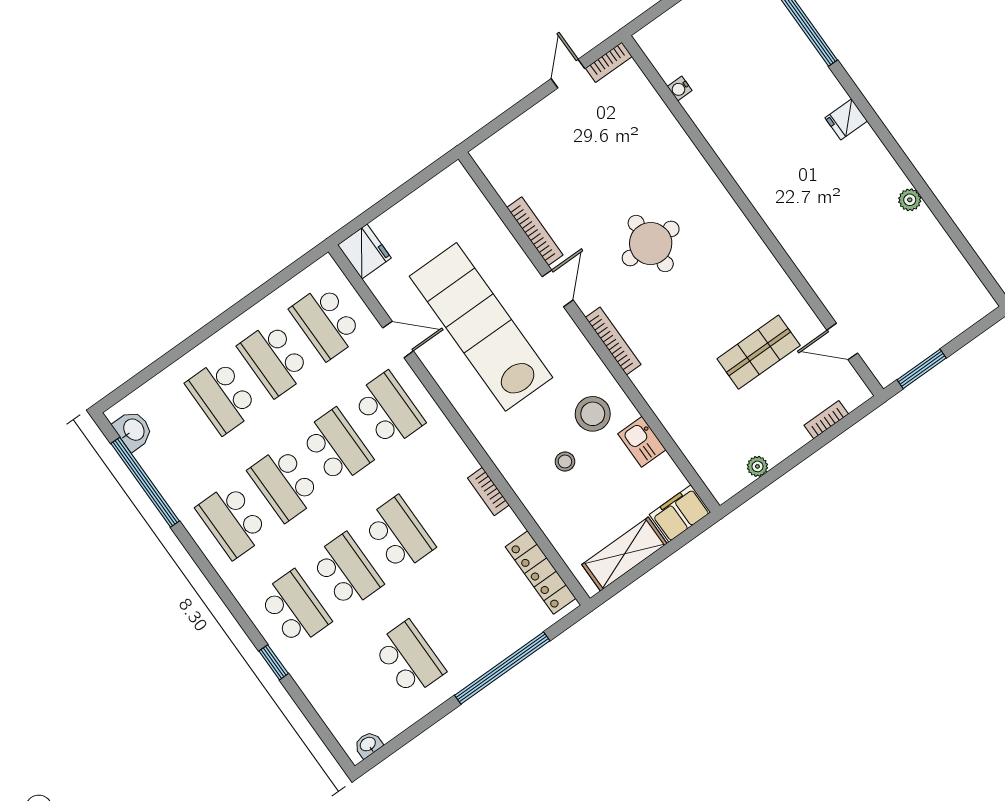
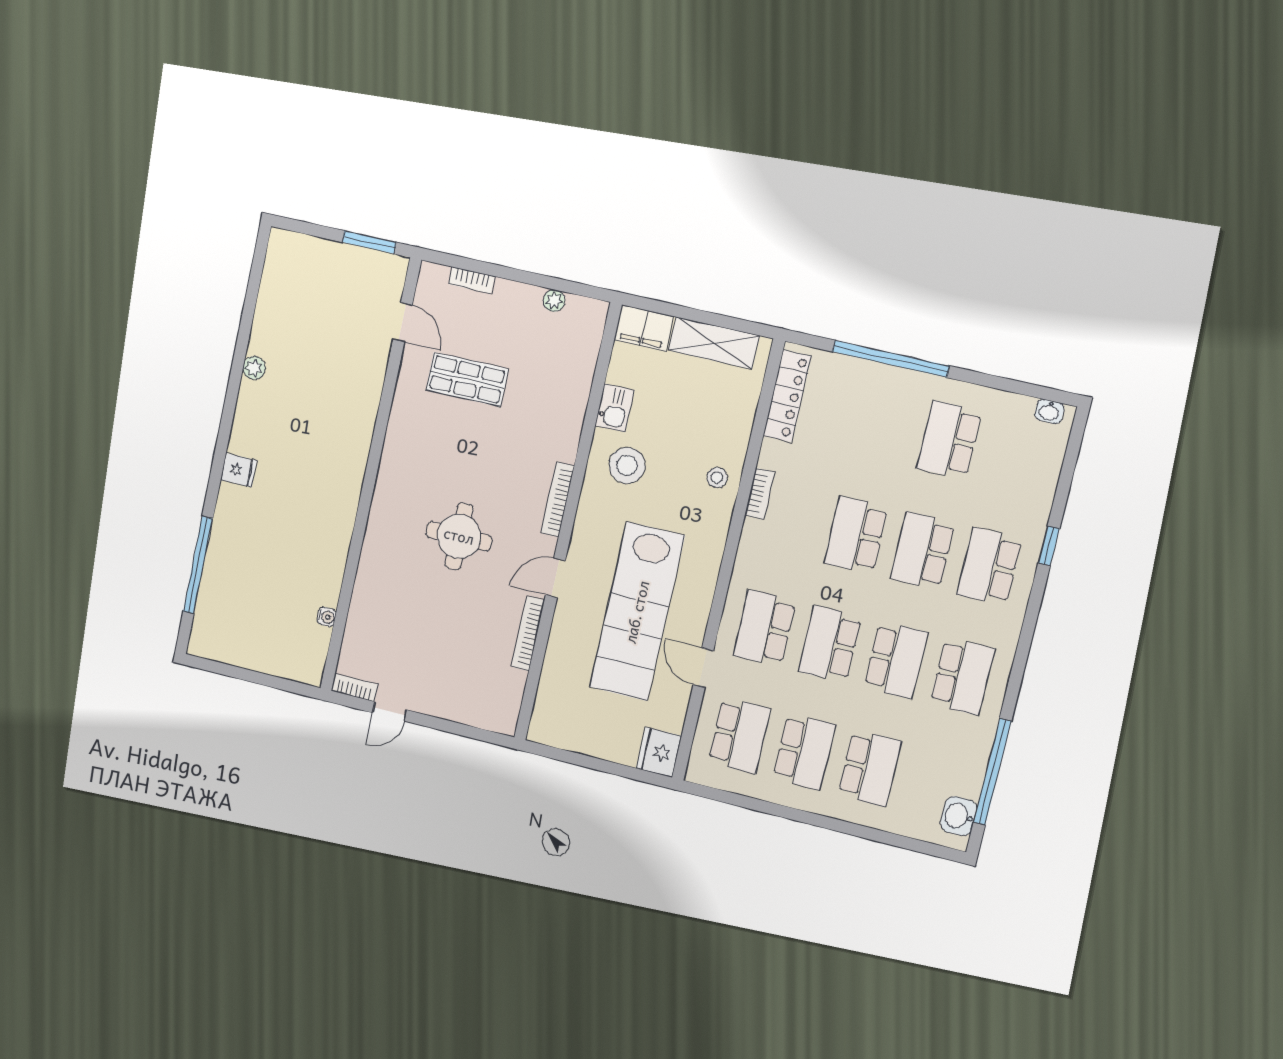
stool: (565, 461) -> (717, 478), moved

